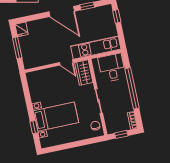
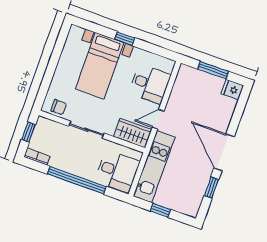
door: (62, 11) -> (224, 152), hinge flipped
window: (117, 16) -> (161, 210), moved
desk: (48, 80) -> (150, 84), added
window: (34, 127) -> (125, 39), moved

